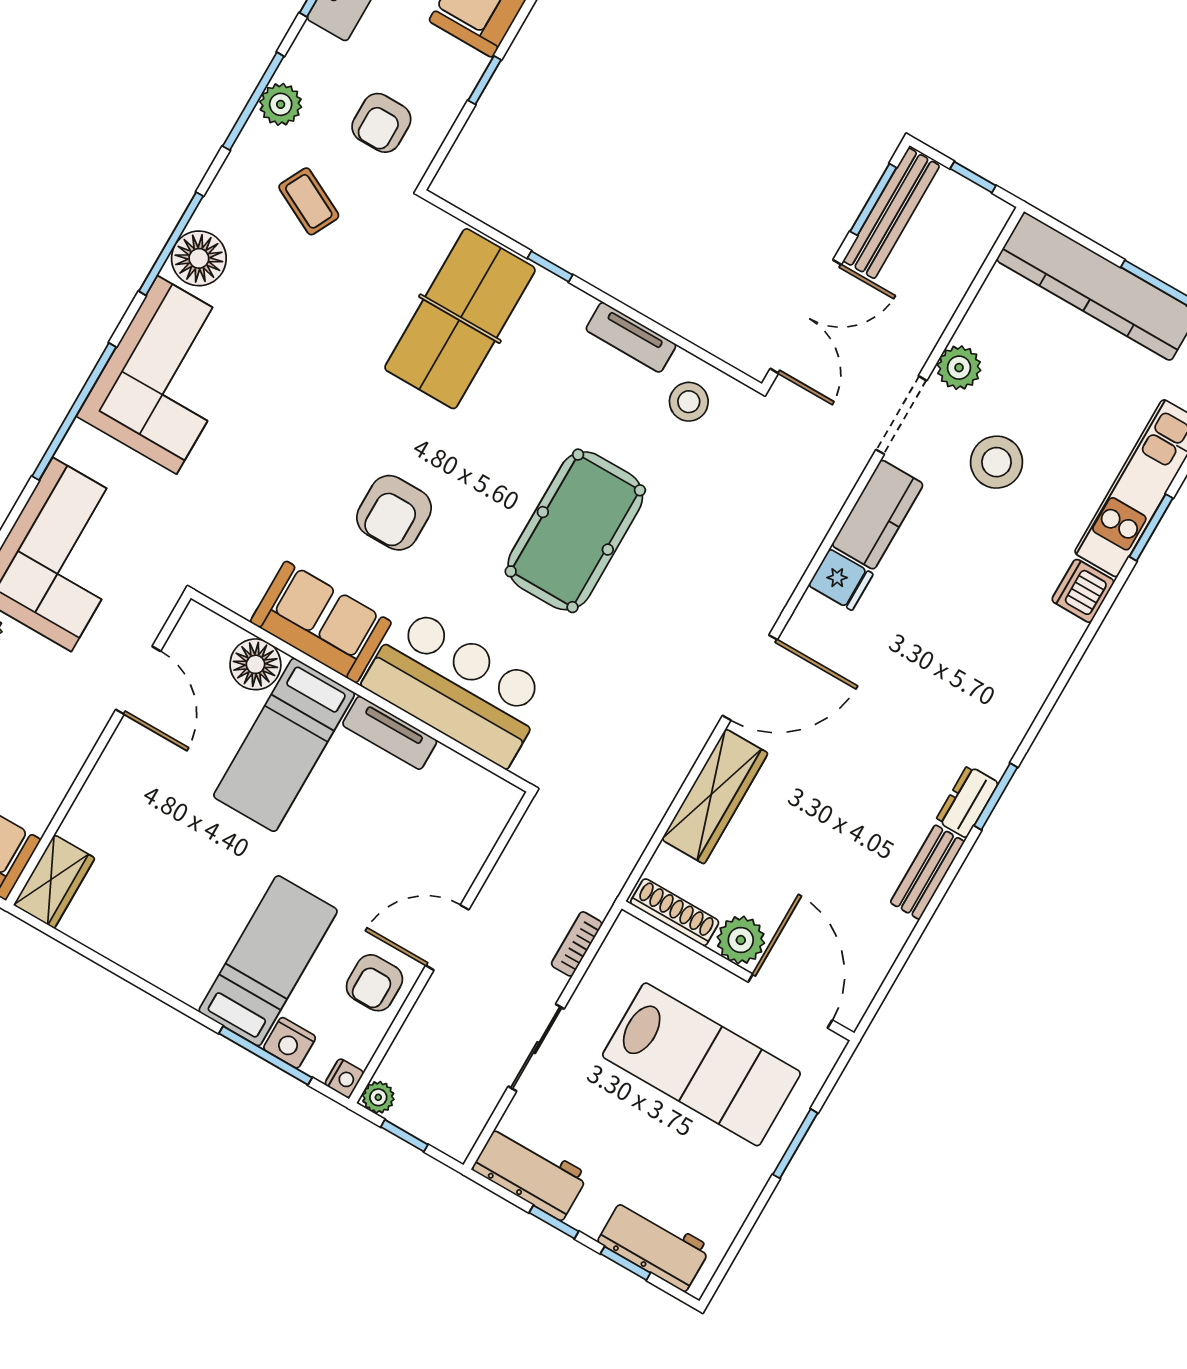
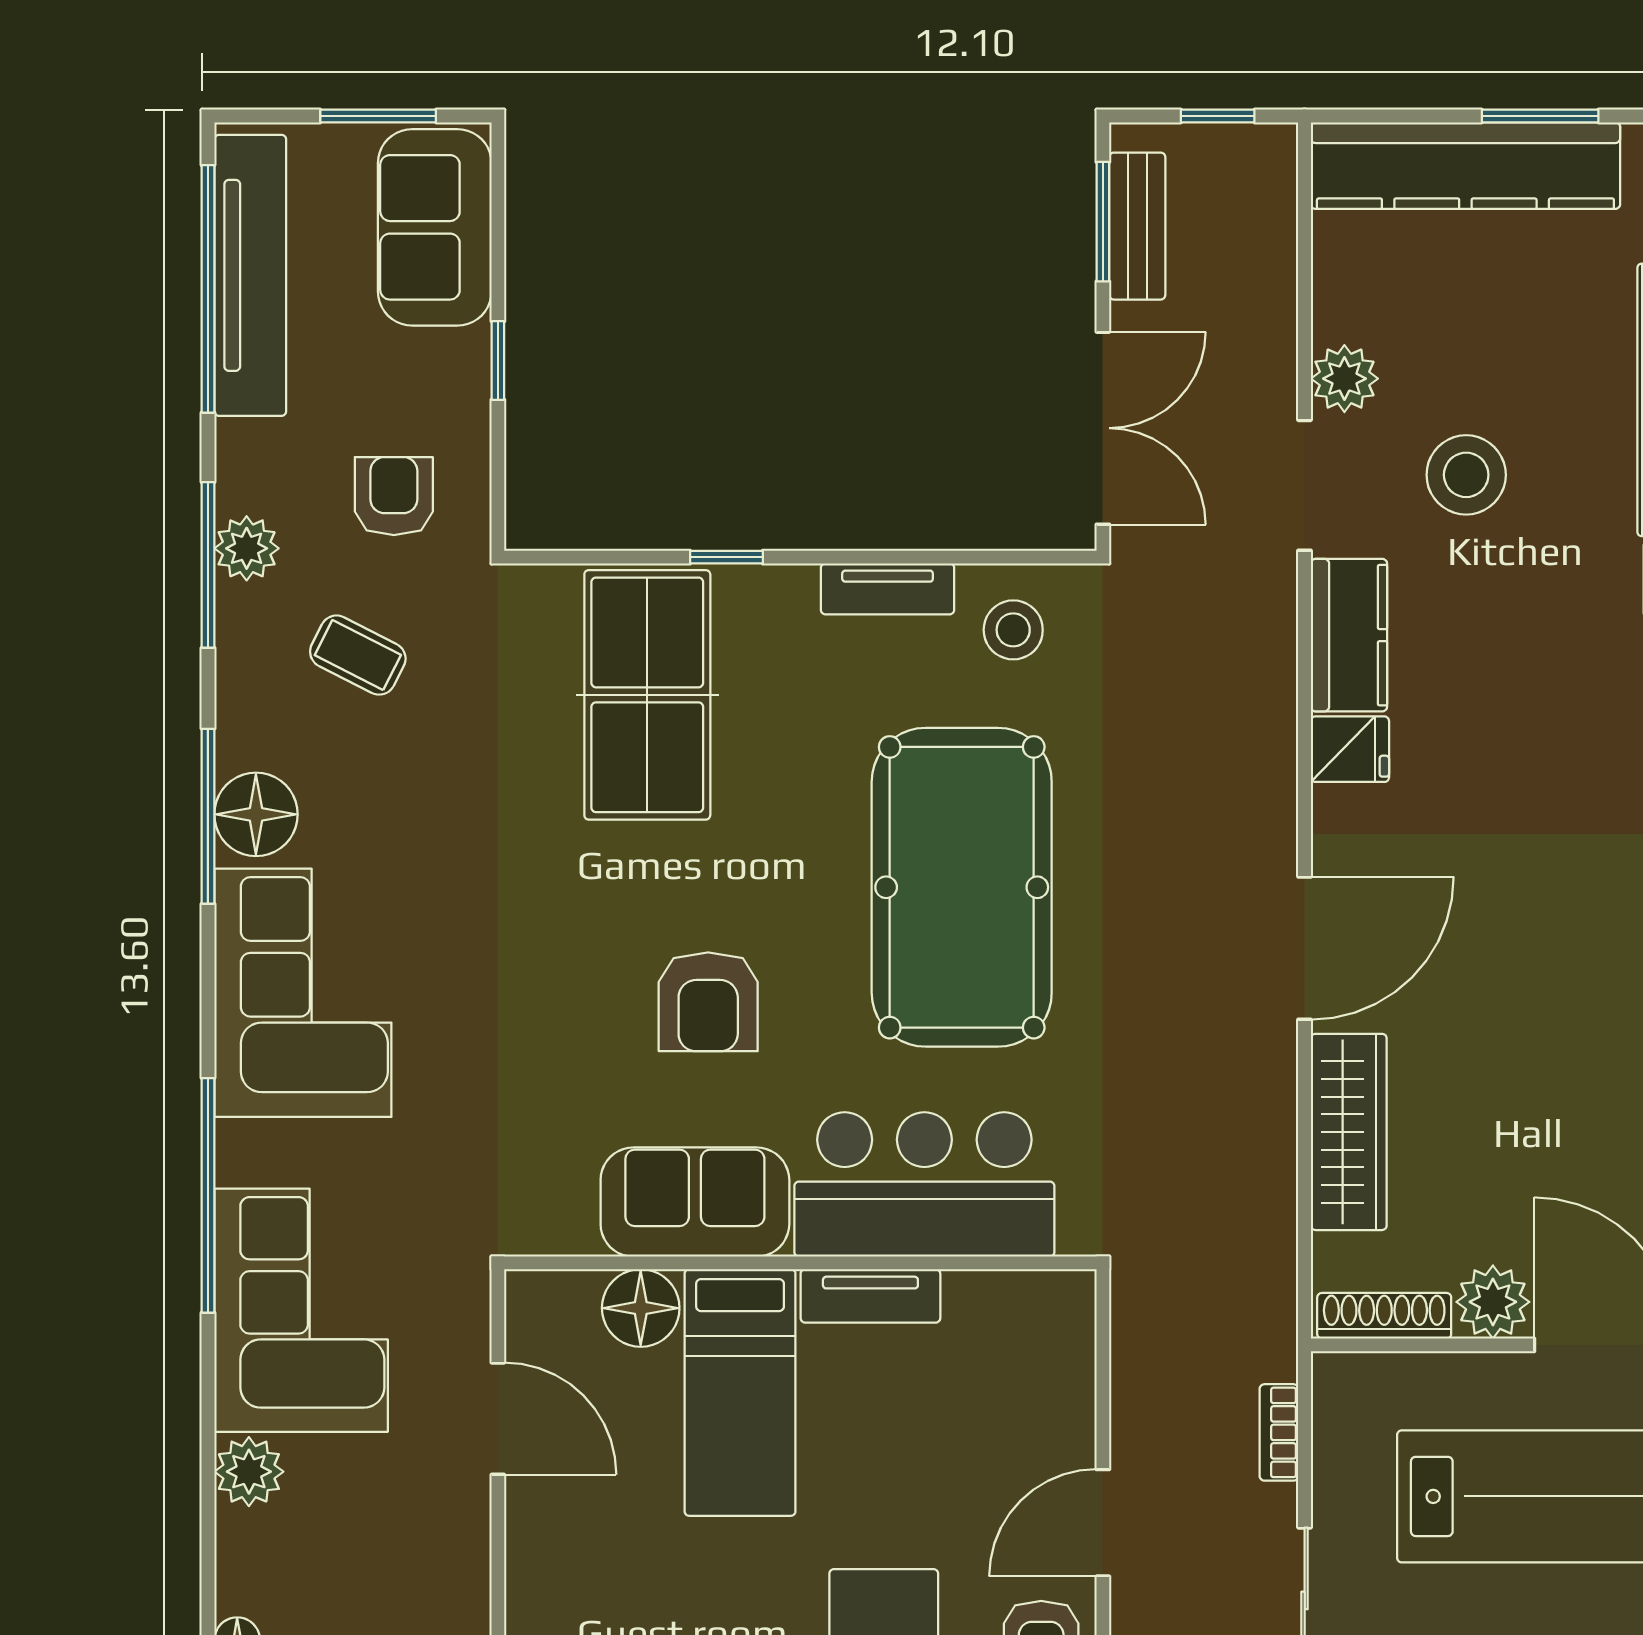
armchair: (381, 123) -> (394, 496), turned 180
bench: (891, 213) -> (1137, 226), width x0.73
window: (74, 412) -> (208, 1195), moved
pool table: (575, 531) -> (962, 887), width x1.36, depth x1.32

